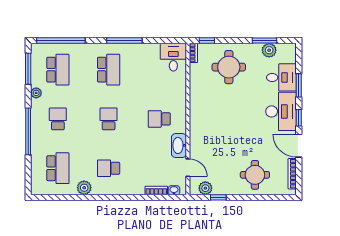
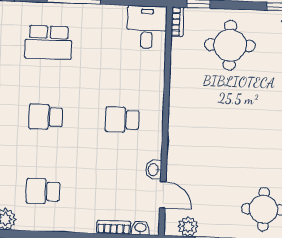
school desk: (109, 70) -> (48, 42), turned 90
school desk: (109, 119) -> (46, 117), turned -90
washbasin: (179, 145) -> (154, 170), width x0.52, depth x0.69

